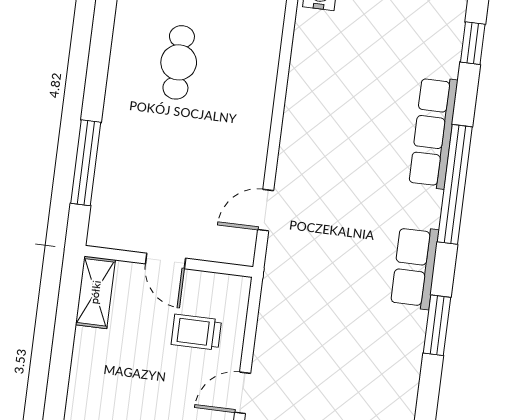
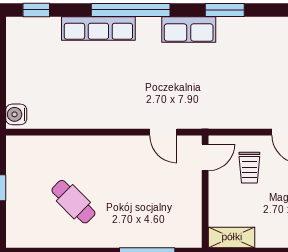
cafe table: (179, 62) -> (73, 202), turned 45
door: (166, 261) -> (205, 157), moved

